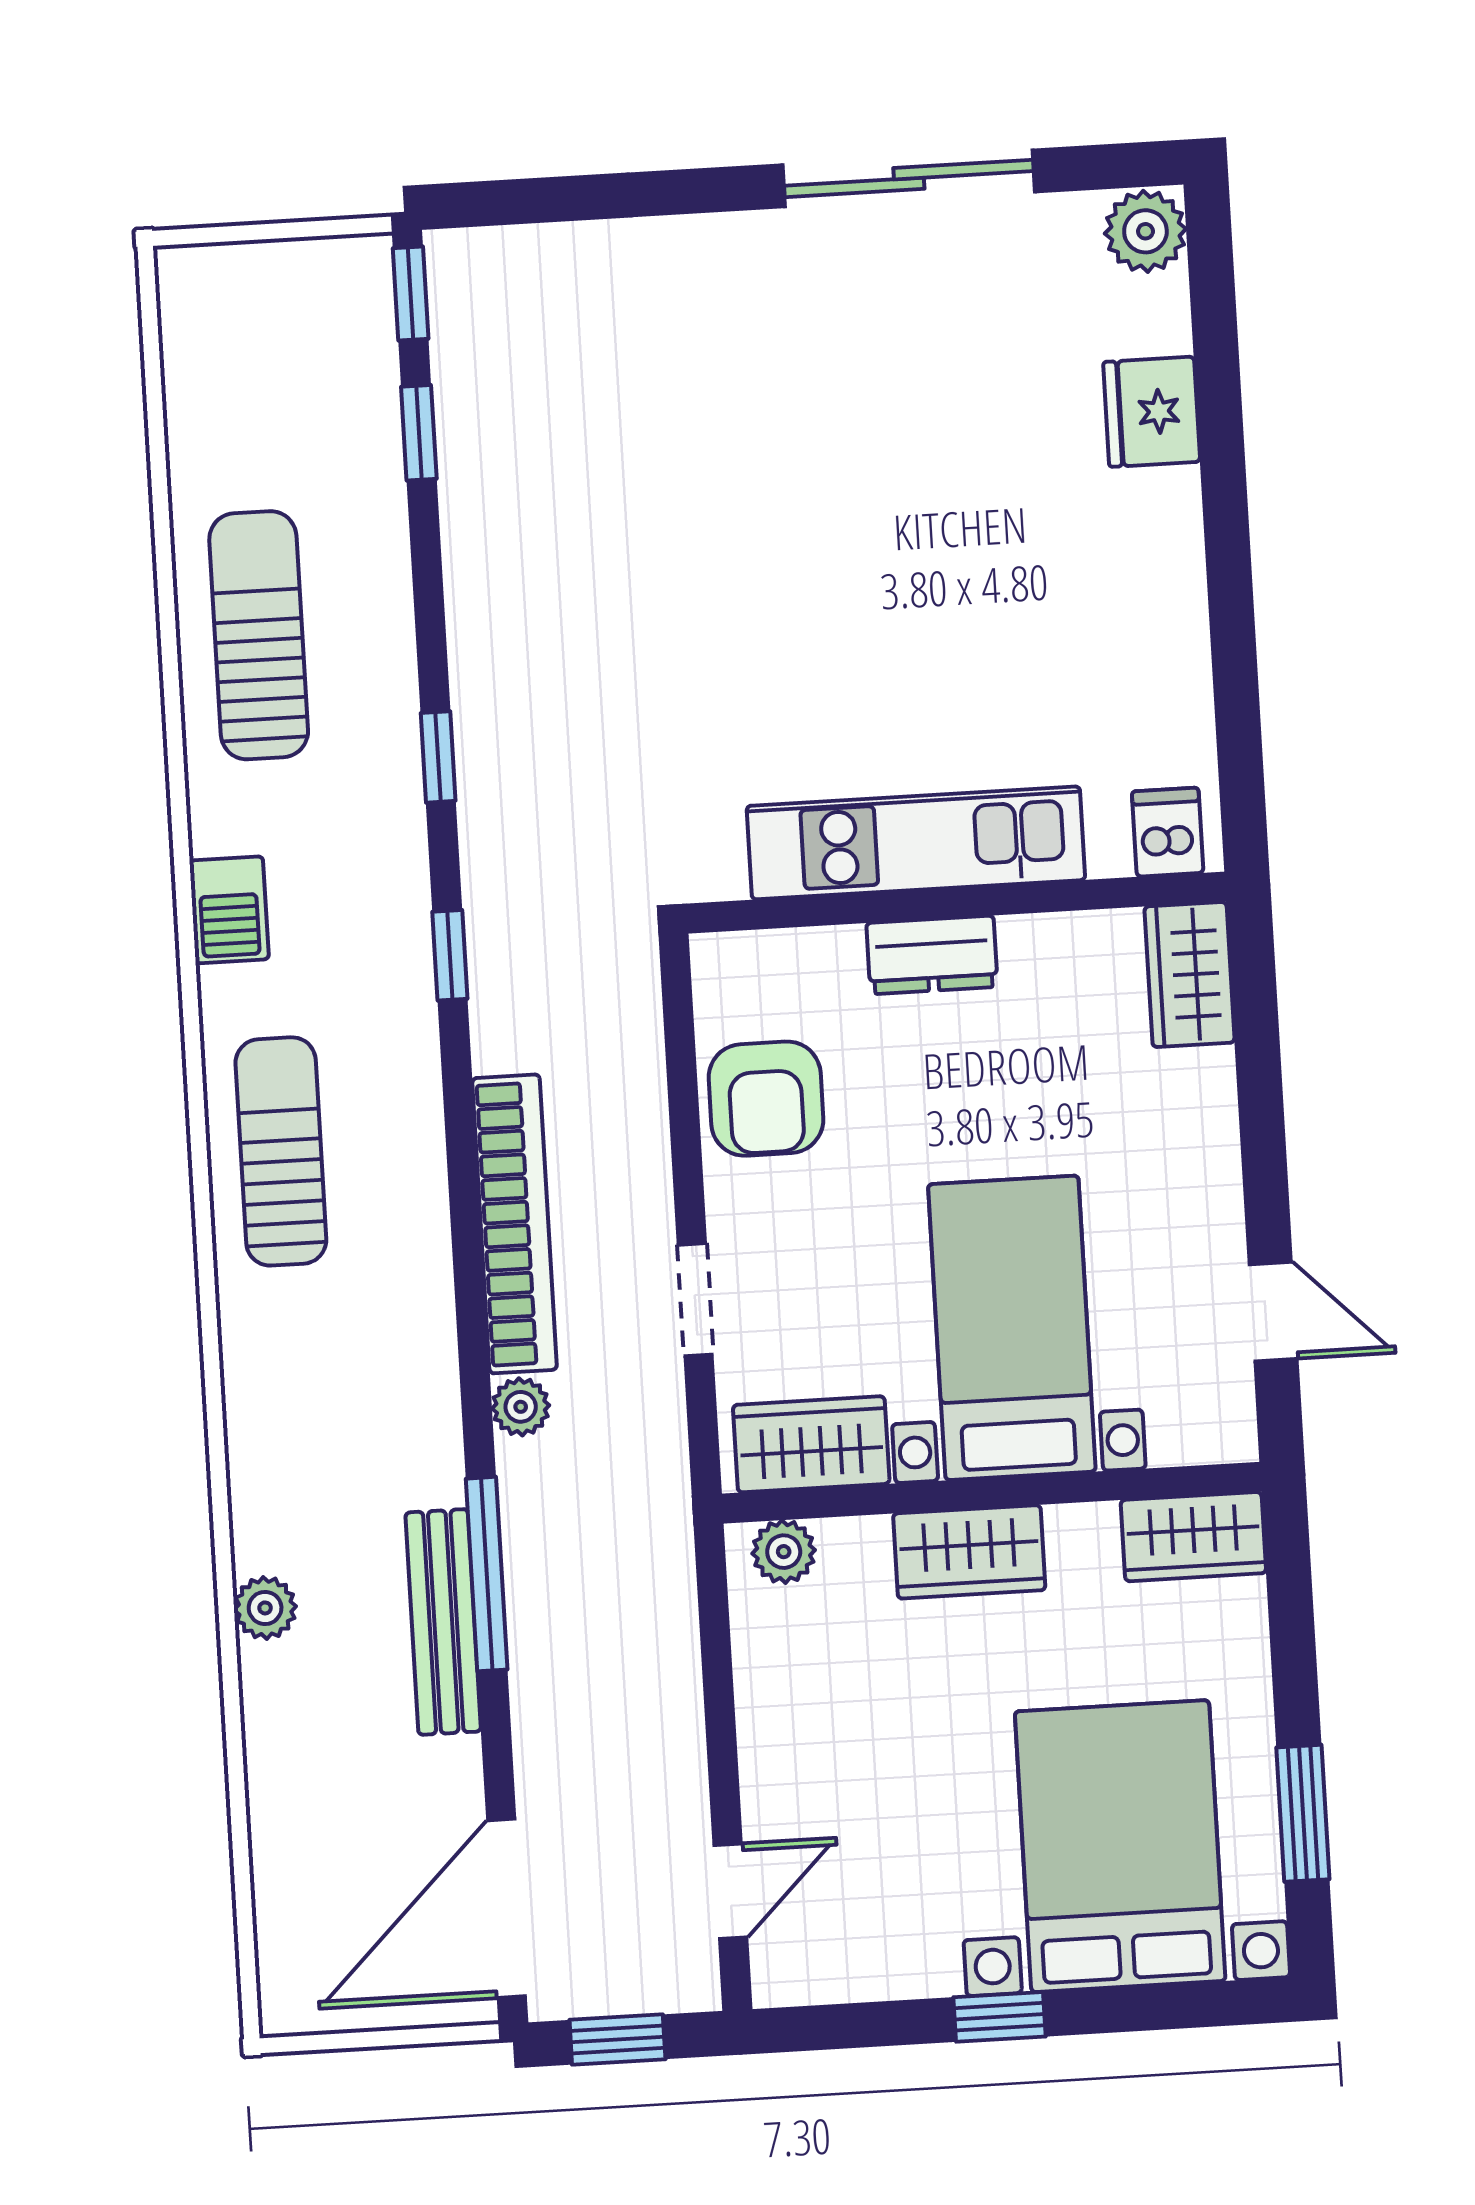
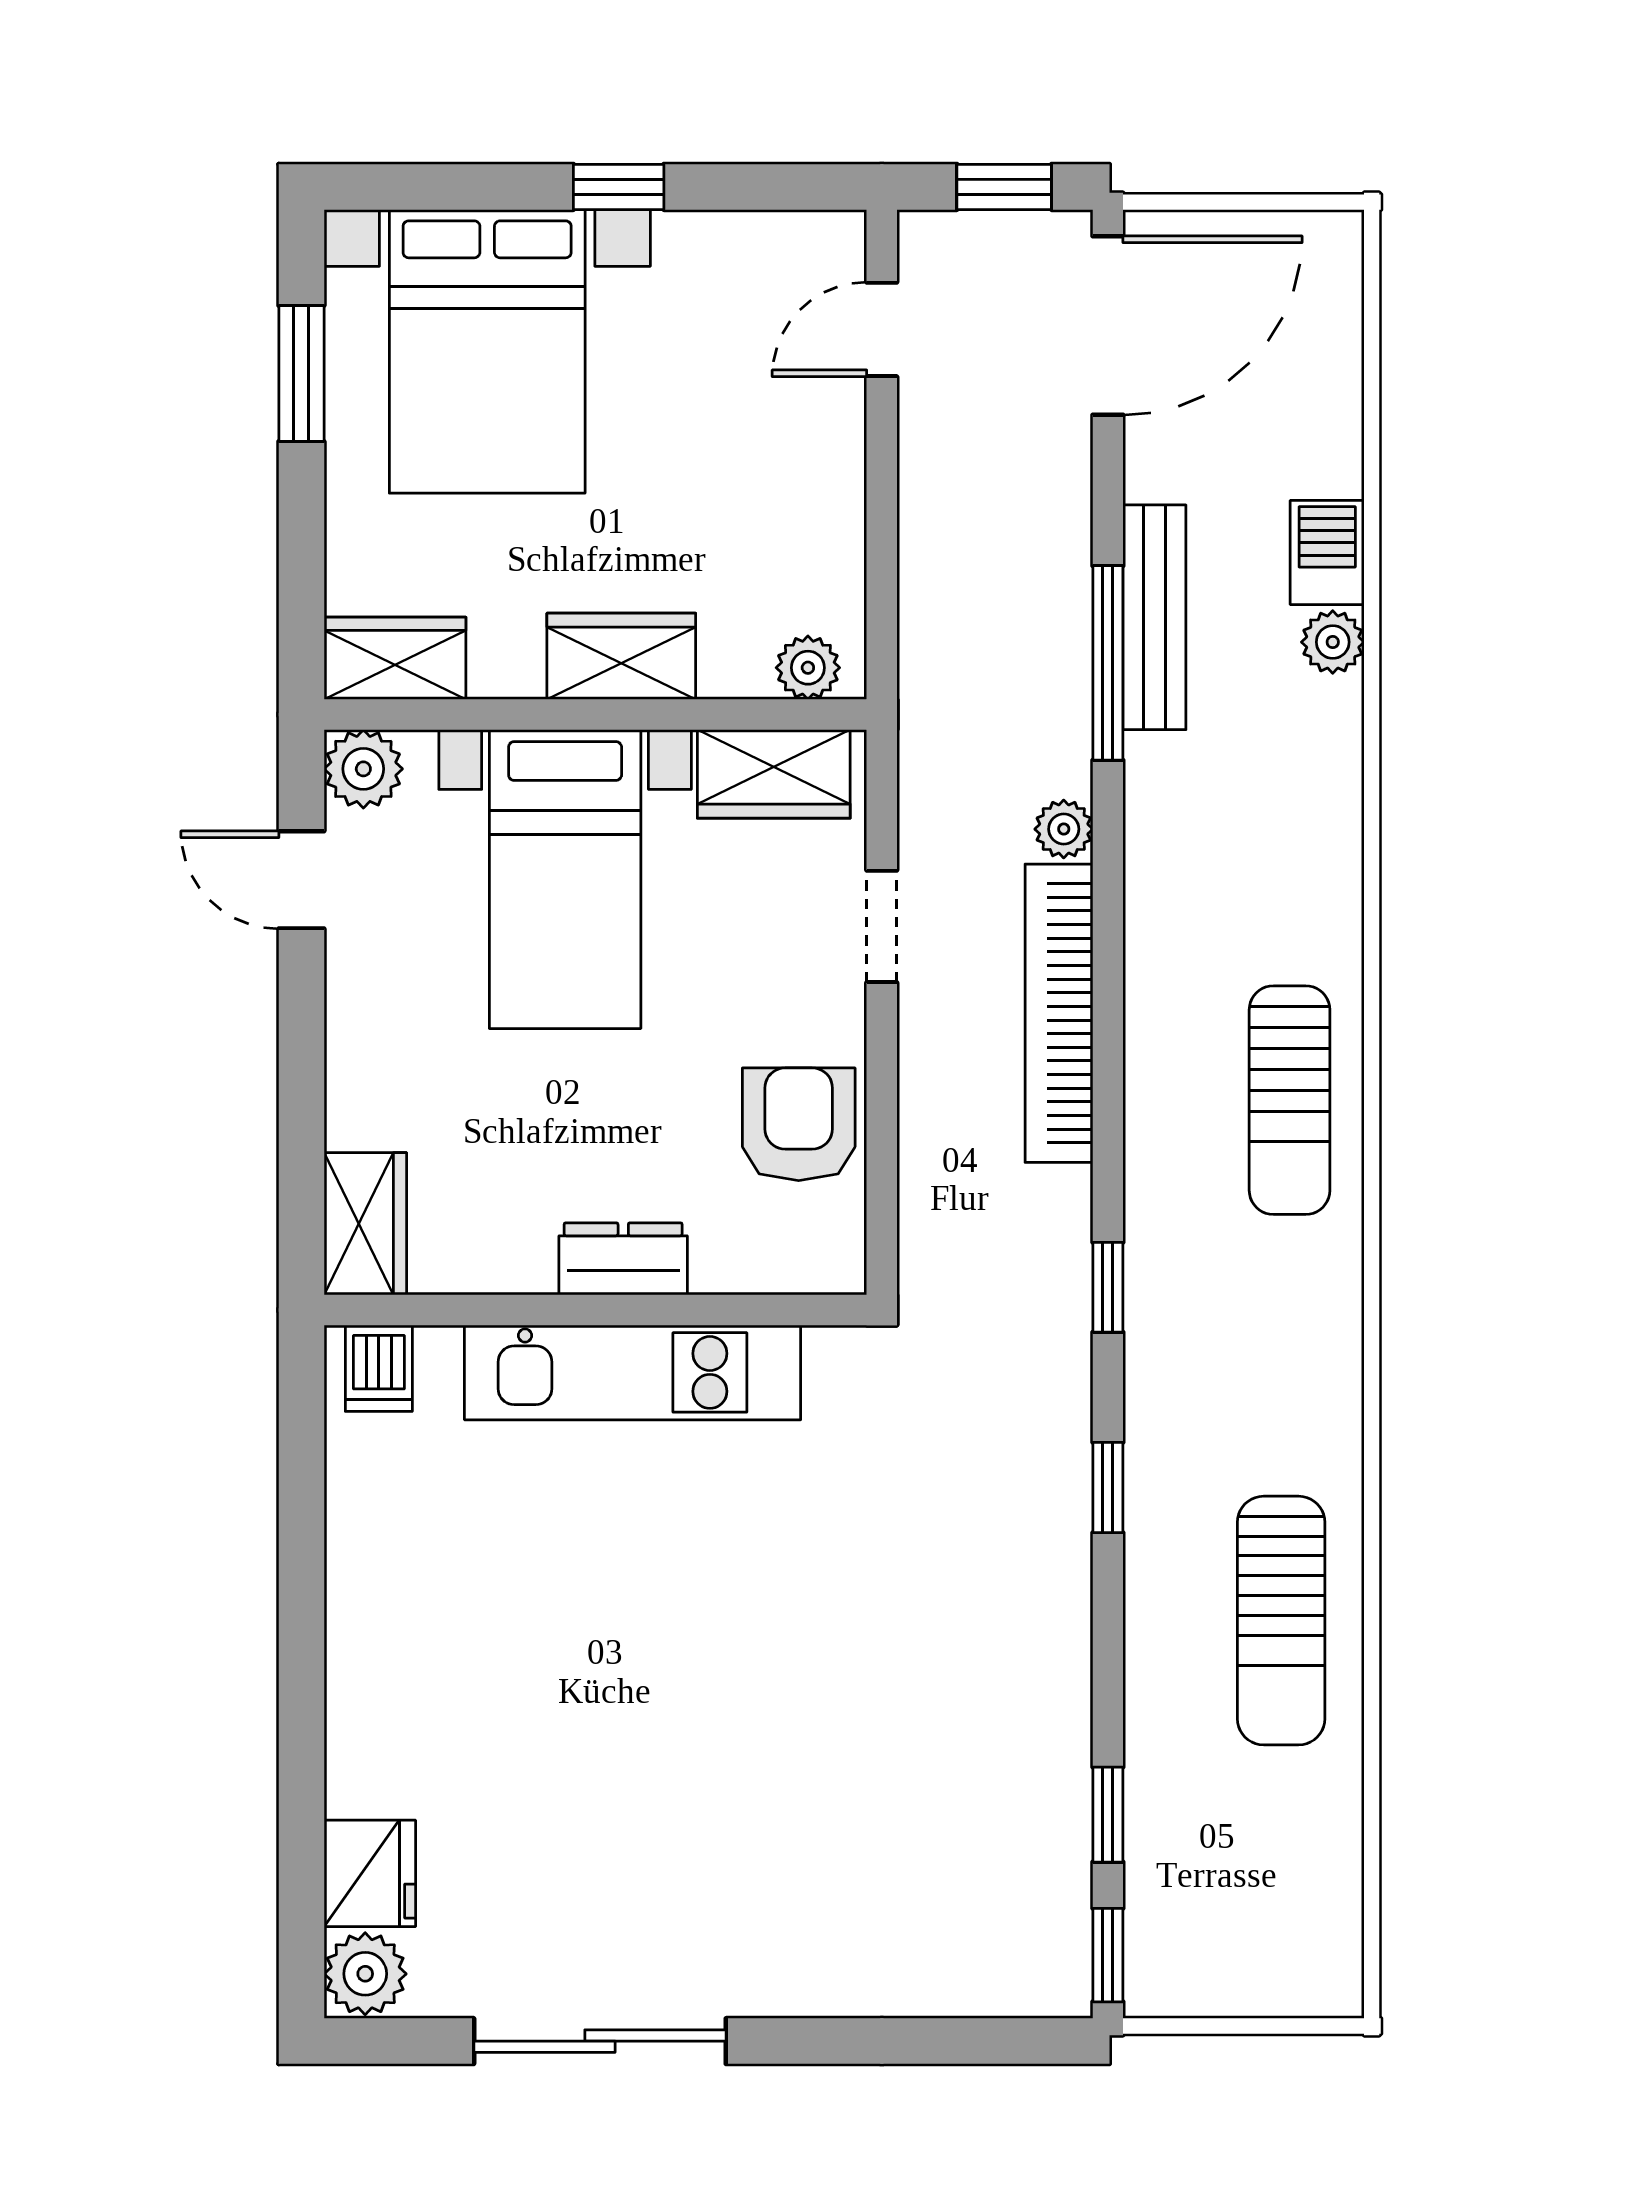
fridge: (1152, 412) -> (370, 1873), moved
barbecue: (229, 910) -> (1327, 553), moved
plant: (1218, 1425) -> (363, 769), added

